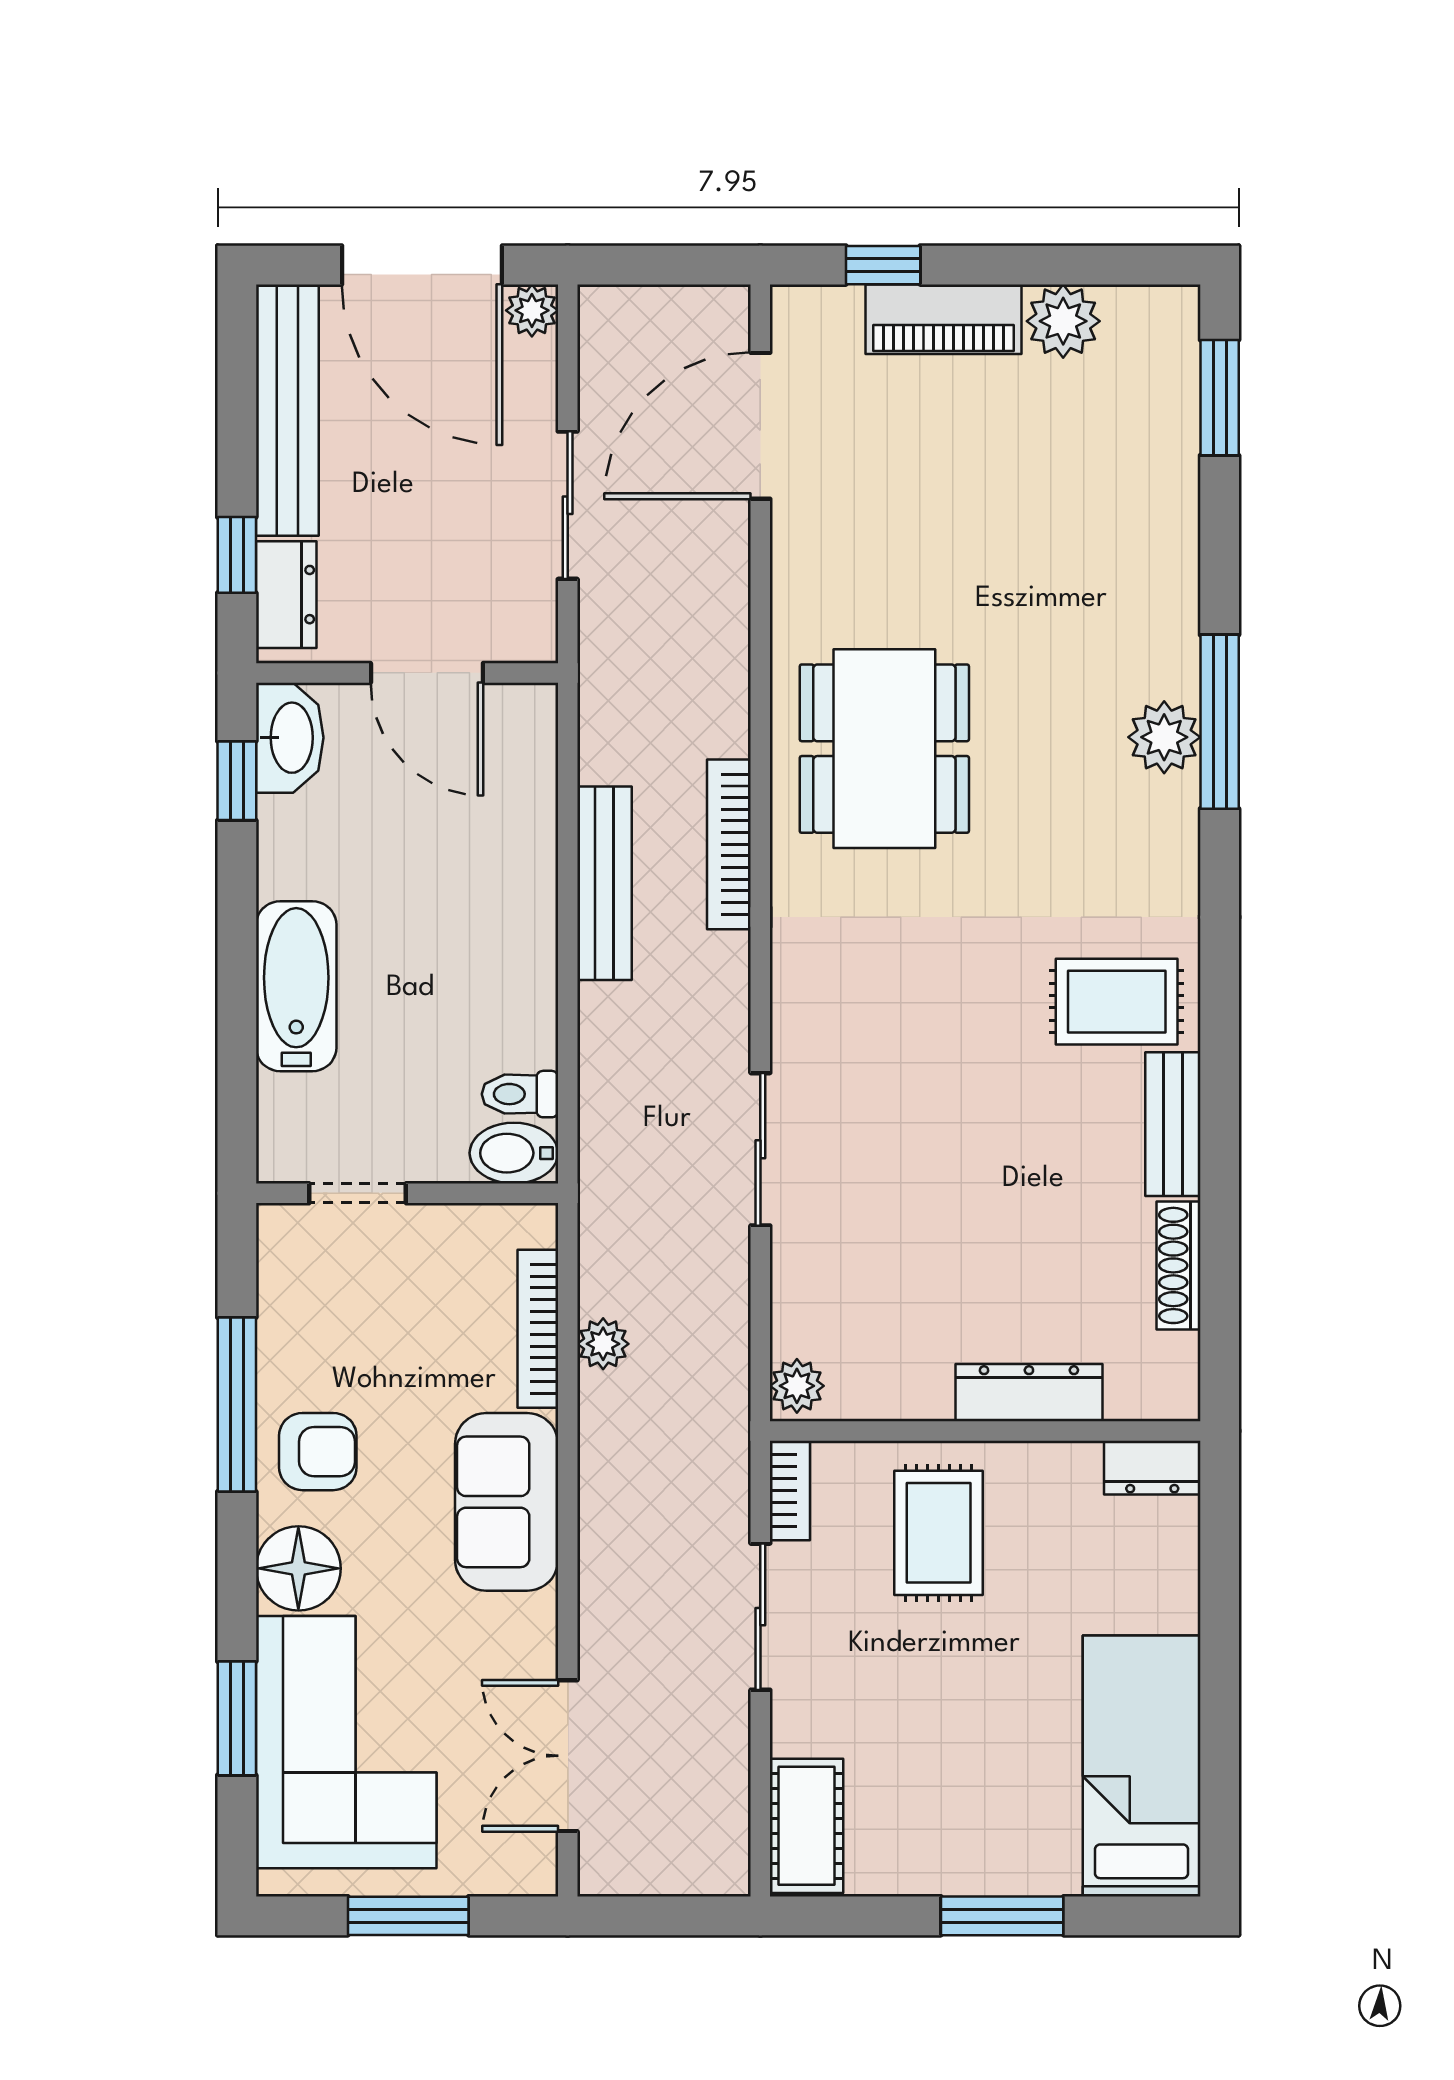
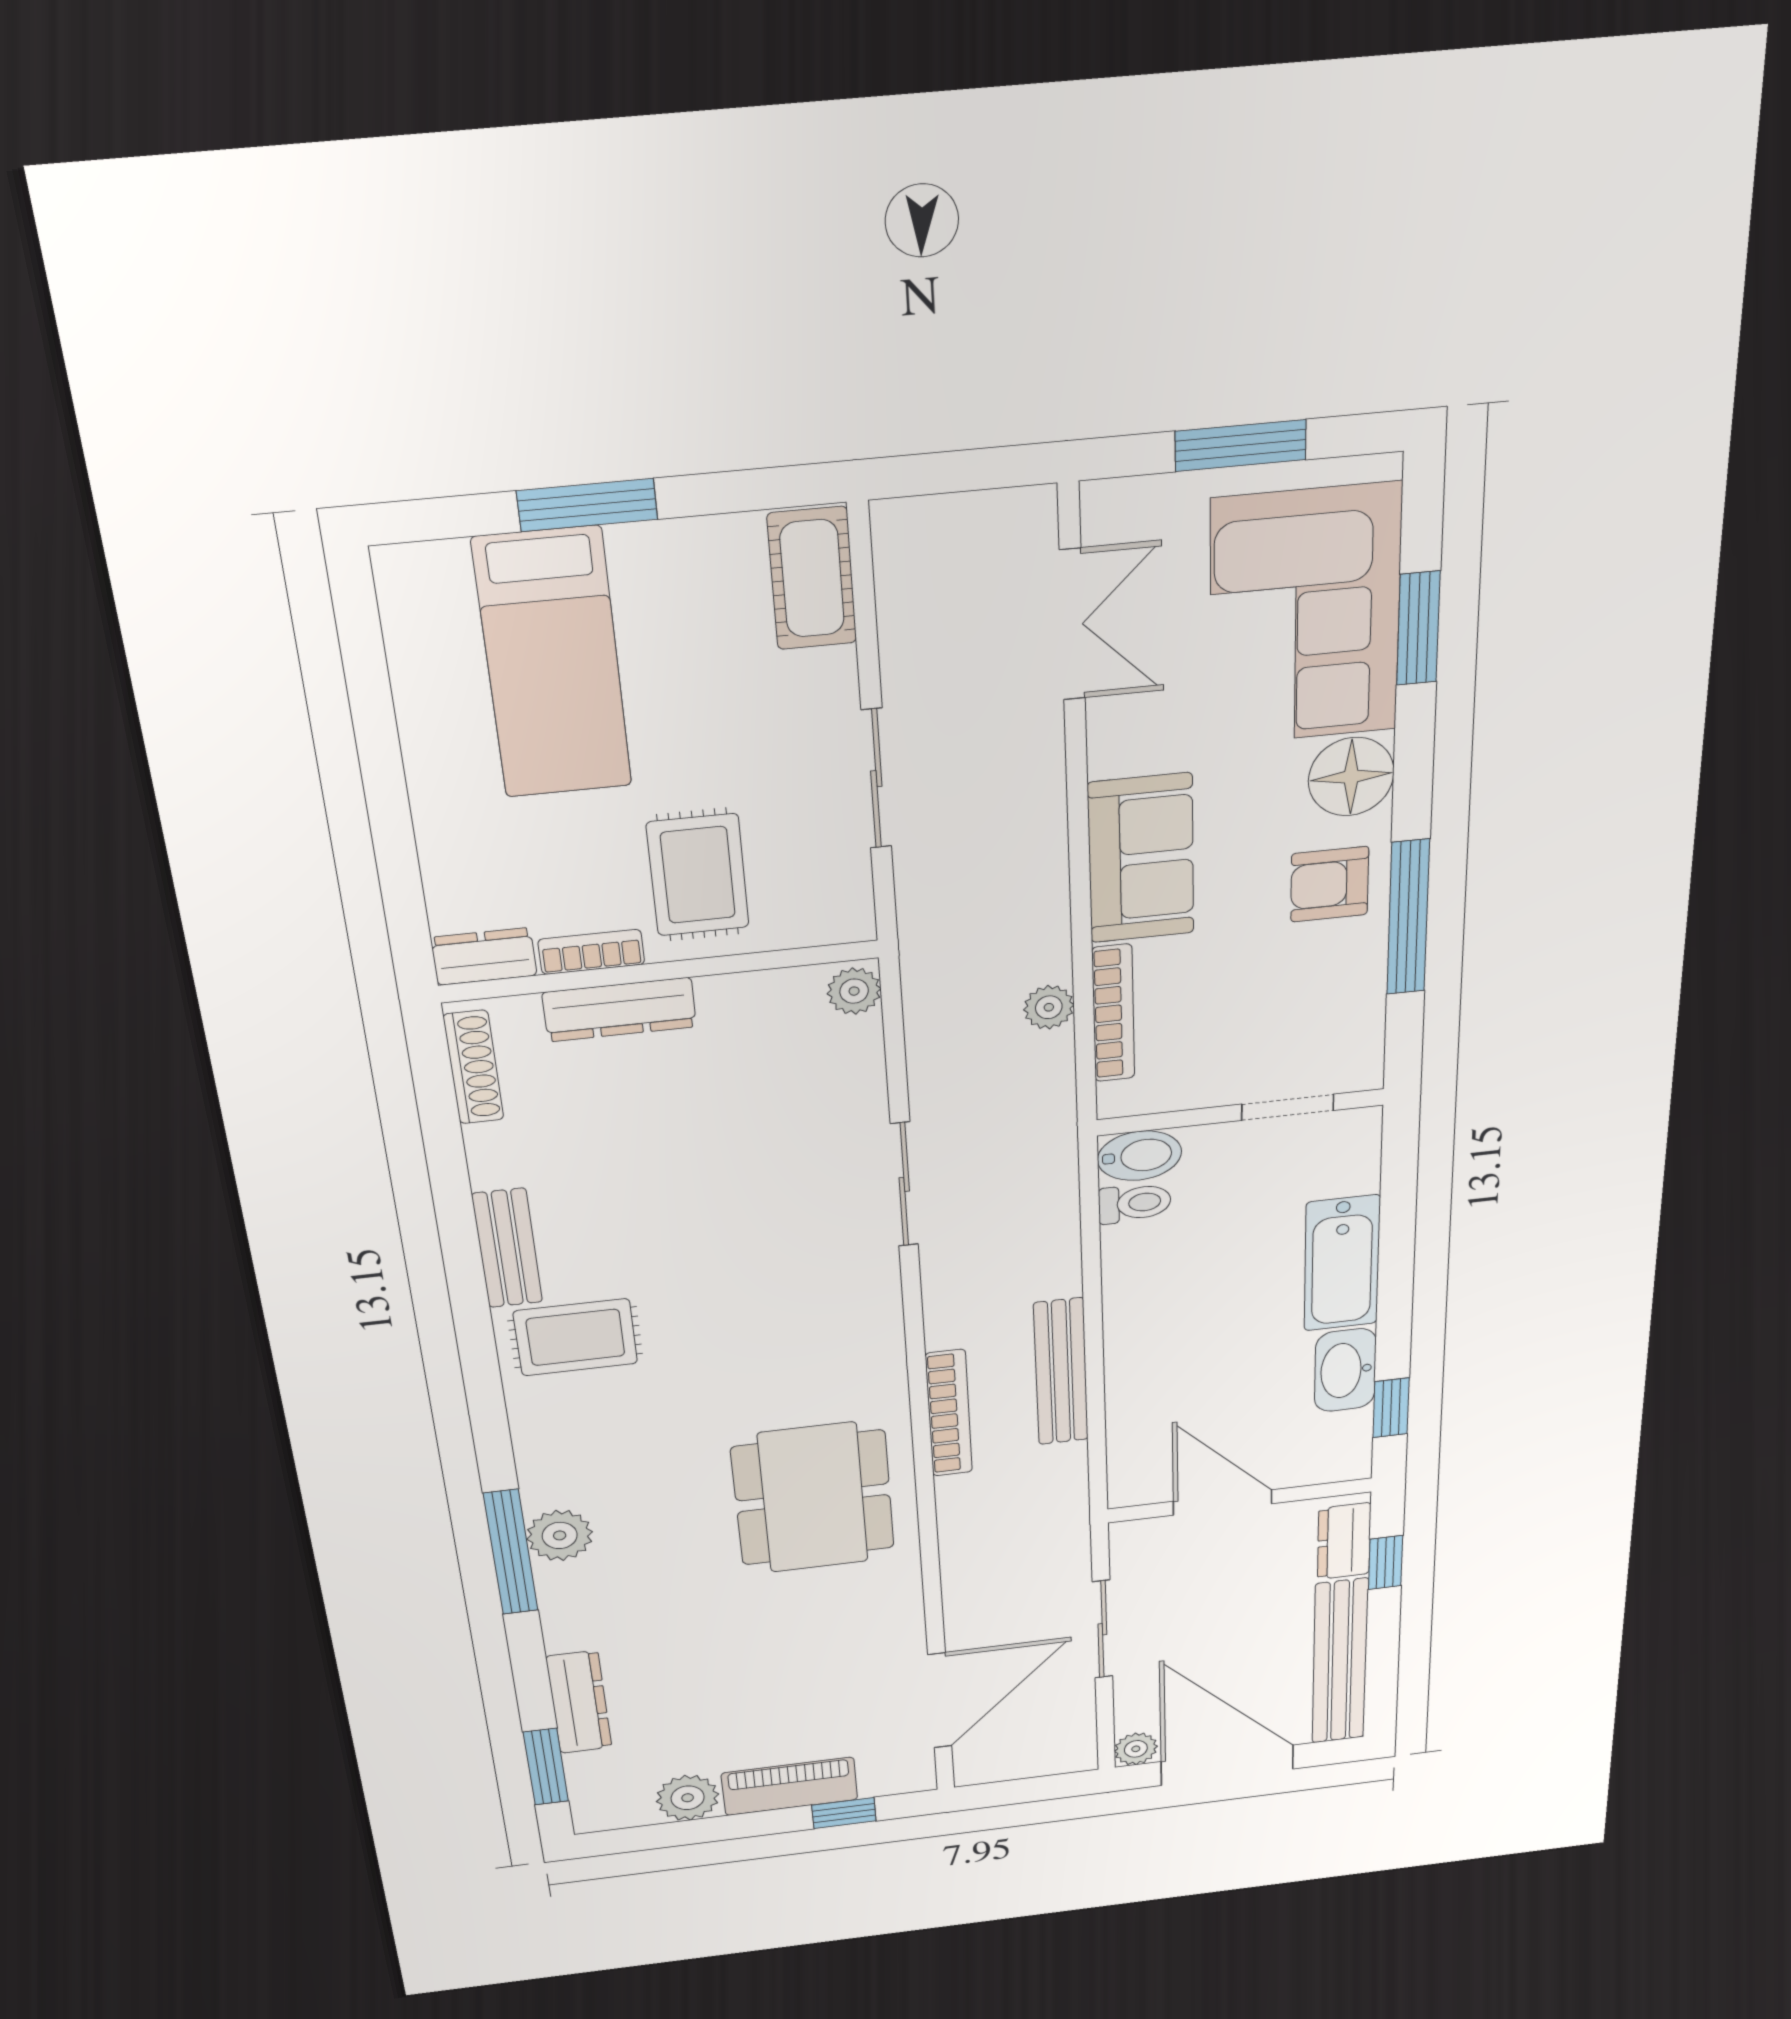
dresser: (1171, 491) -> (579, 1702), added
washbasin: (290, 738) -> (1345, 1370), moved
shoe rack: (1178, 1265) -> (474, 1067), moved
bookcase: (790, 1491) -> (591, 952), moved, turned 90
bed: (1142, 1766) -> (553, 664), moved

